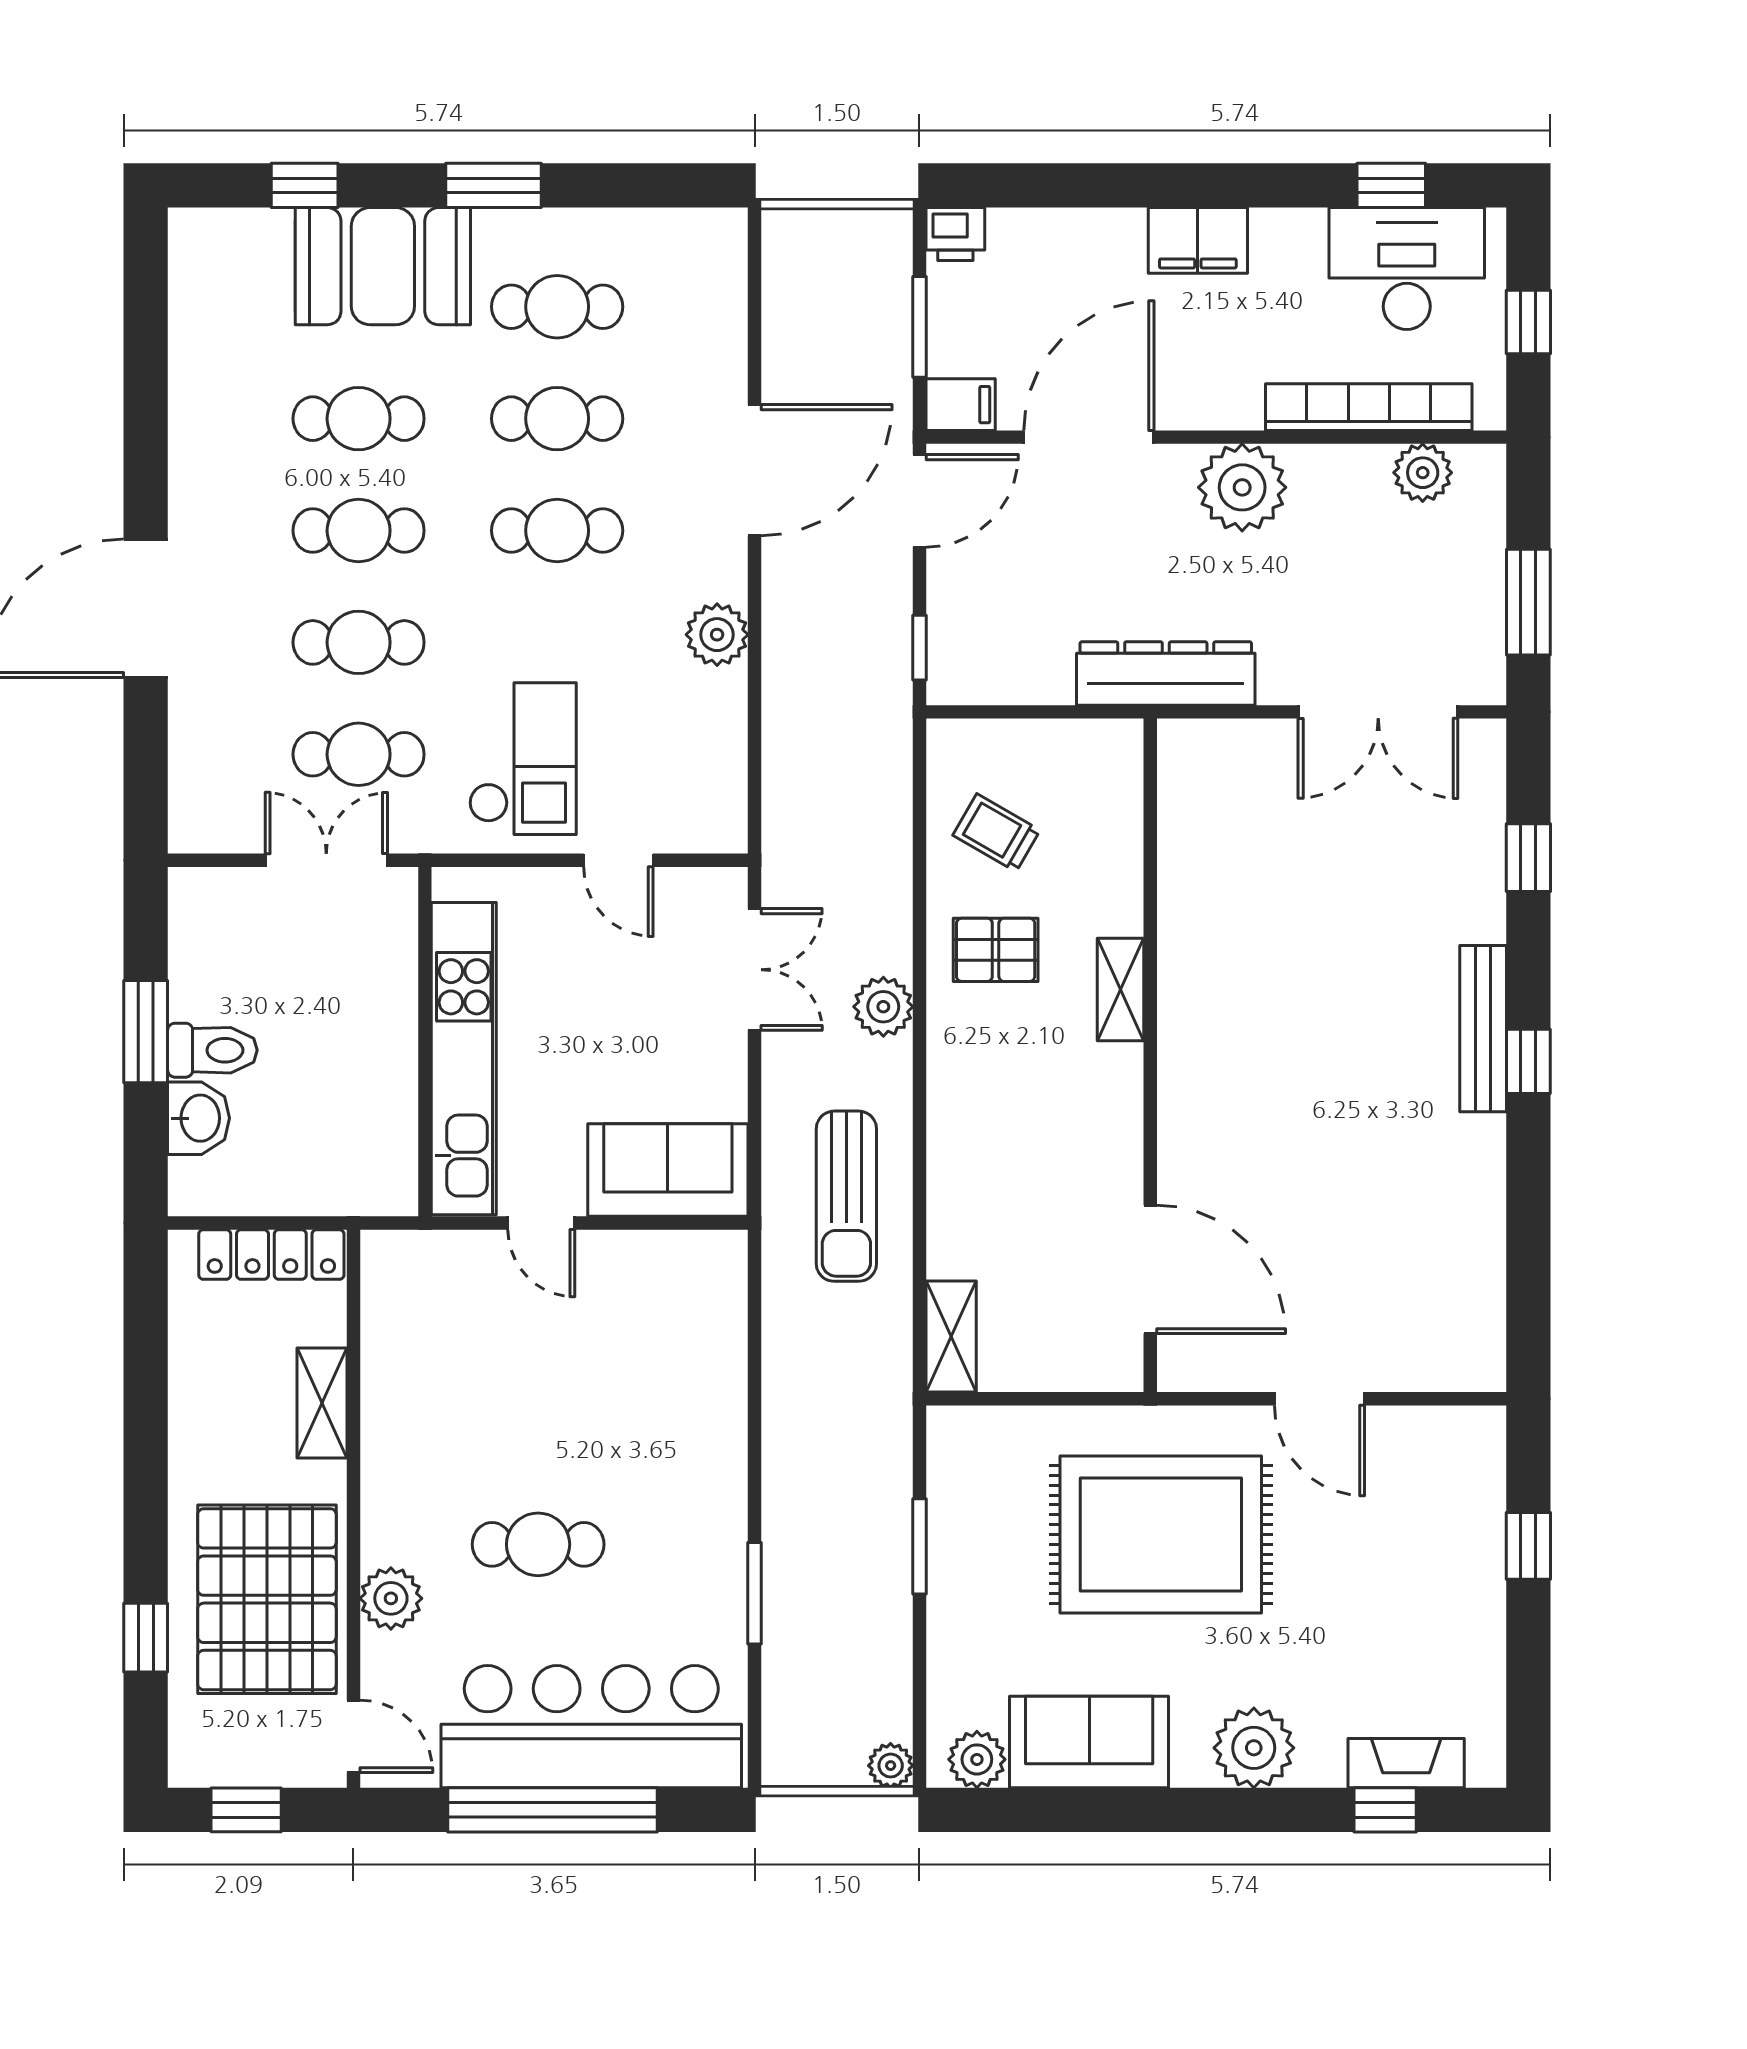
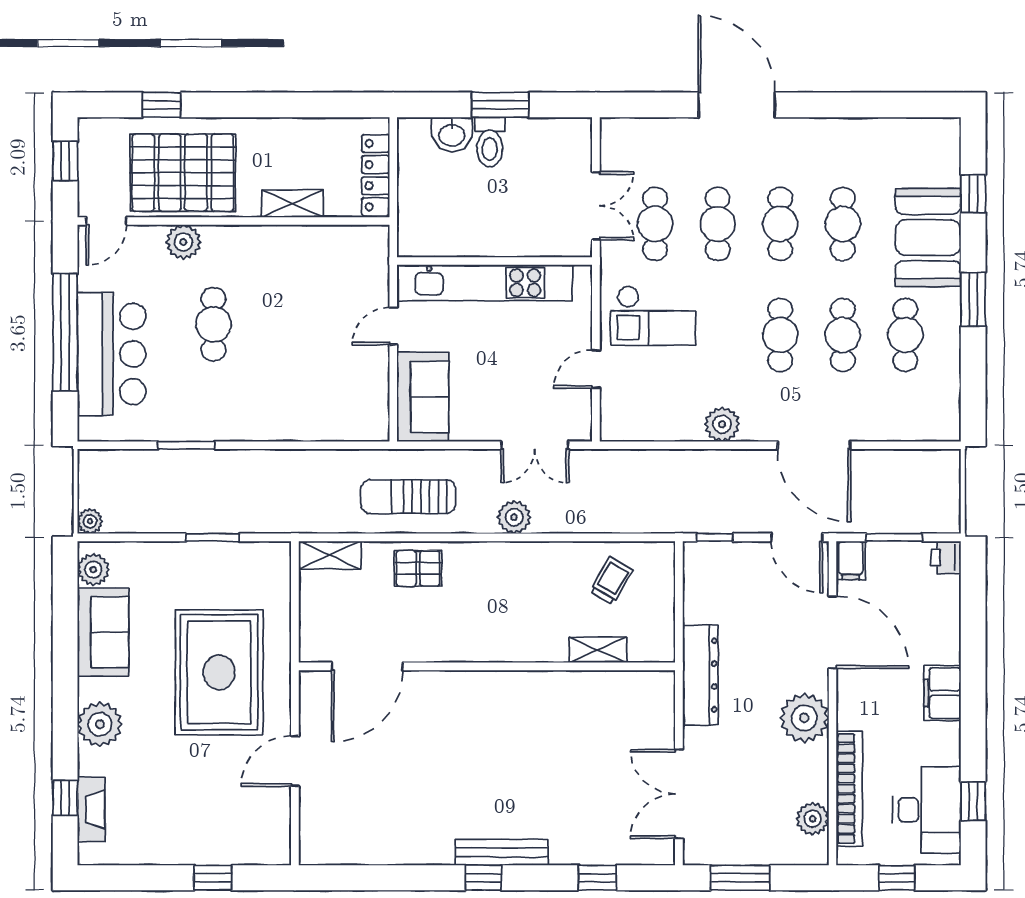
pallet: (996, 950) -> (418, 568), moved, turned 90
shelving: (1121, 989) -> (598, 650), moved
bar counter: (591, 1727) -> (112, 354), width x0.73

